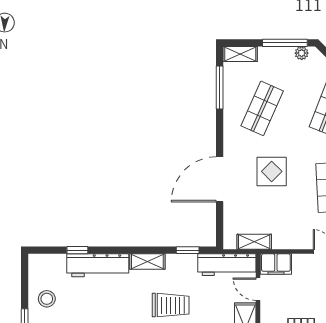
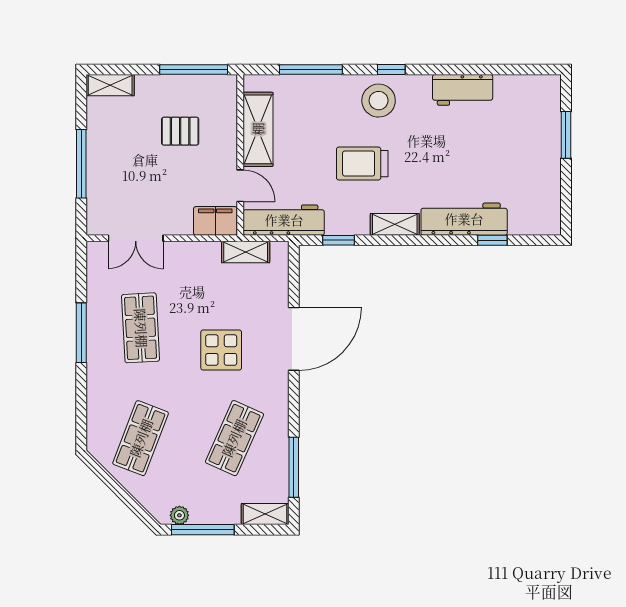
stool: (47, 299) -> (535, 172), removed

